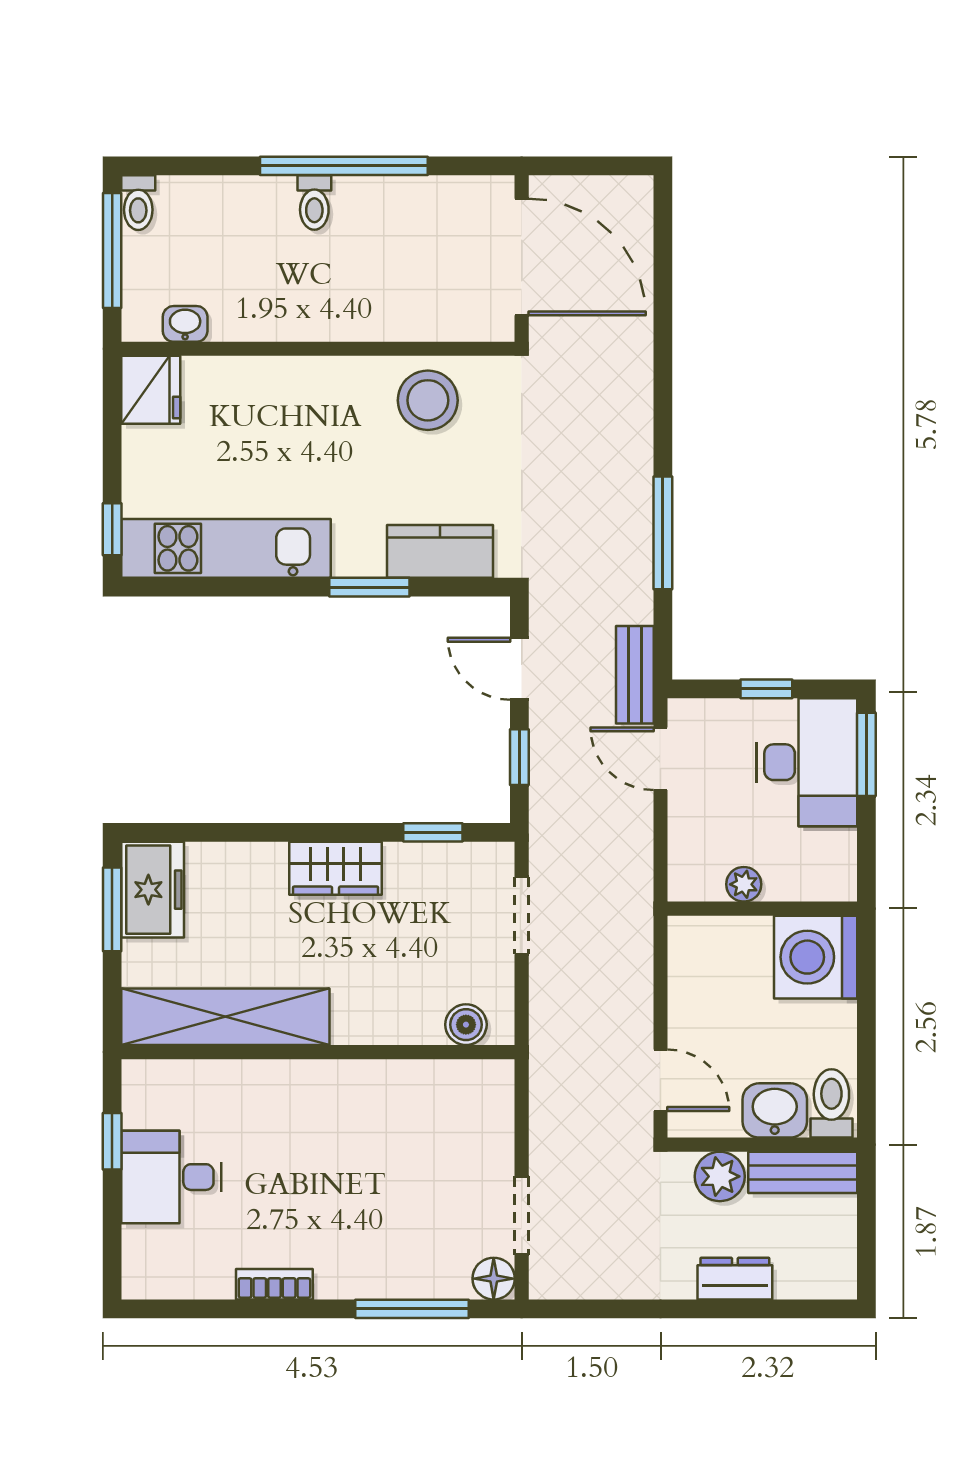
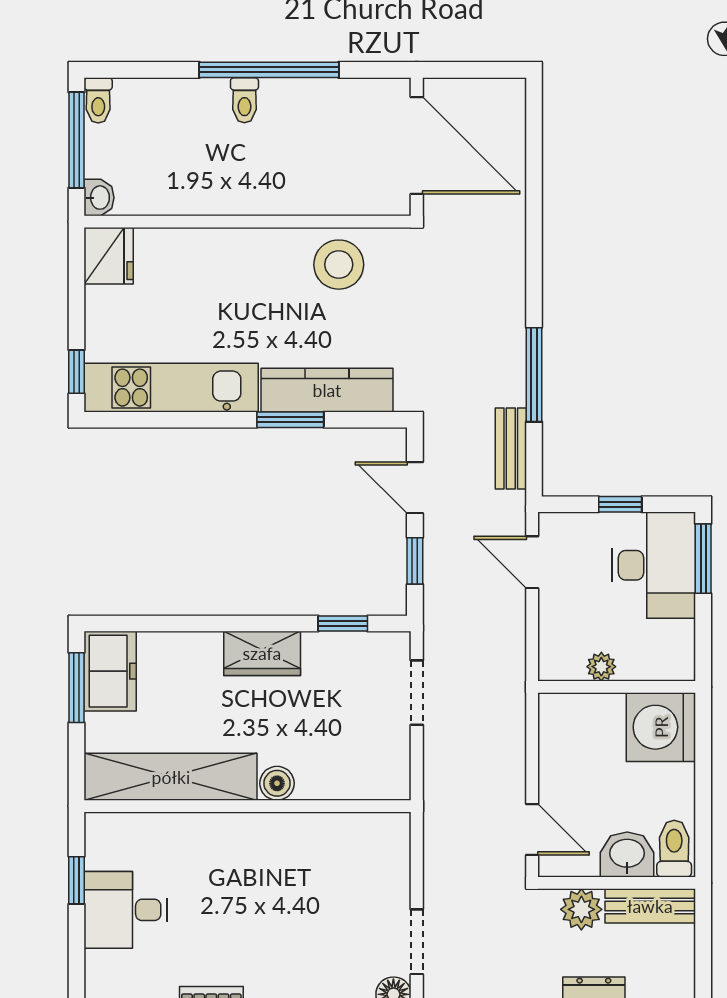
washbasin: (185, 324) -> (99, 198), moved, turned 90
kitchen counter: (440, 551) -> (327, 390), width x1.50
bench: (635, 675) -> (511, 448), moved
boiler: (466, 1025) -> (277, 783), moved

